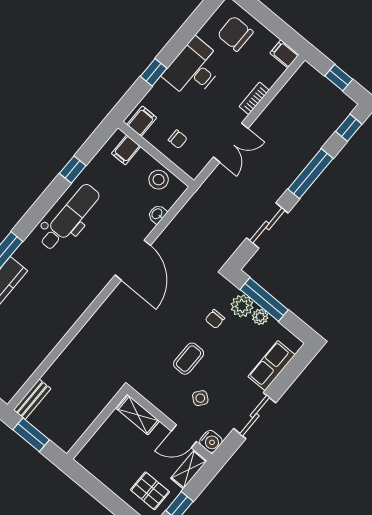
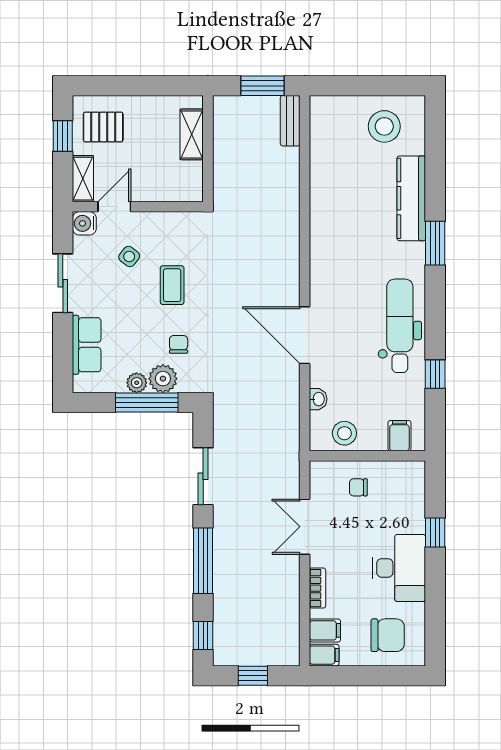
filing cabinet: (142, 121) -> (325, 630), moved, turned -90
dental chair: (70, 217) -> (400, 326), turned 180
shelving: (138, 415) -> (192, 134), moved, turned 90

